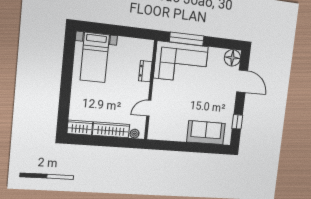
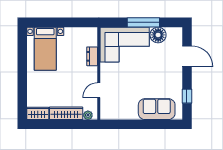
window: (187, 39) -> (143, 22), moved
floor lamp: (232, 58) -> (158, 35), moved

